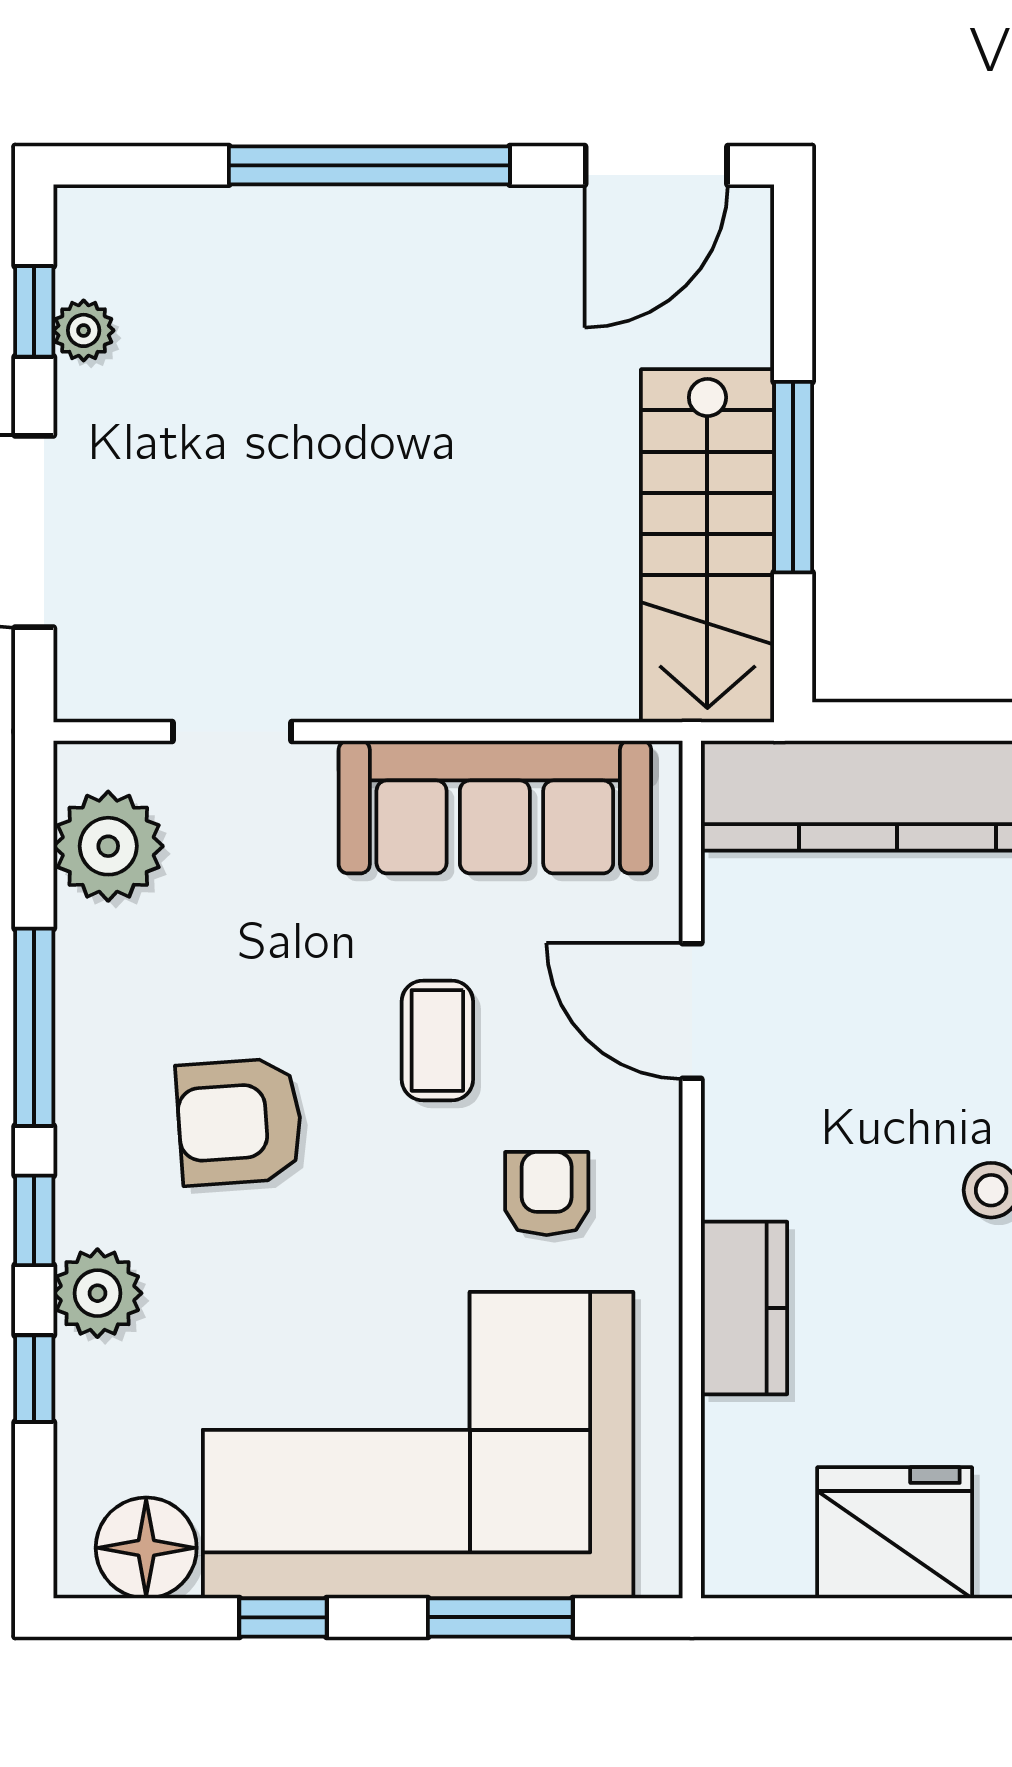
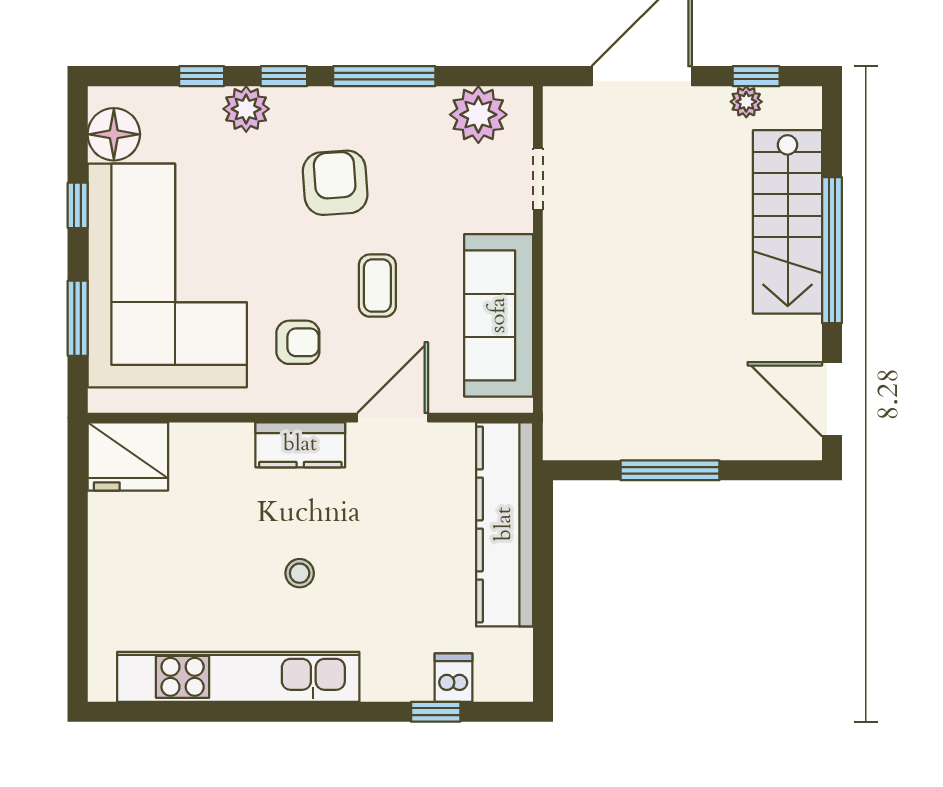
stairs: (707, 546) -> (788, 222), moved, turned -90
coffee table: (437, 1040) -> (377, 286), turned 90
kitchen counter: (744, 1308) -> (300, 445), moved
fridge: (895, 1533) -> (128, 457), moved, turned 90

